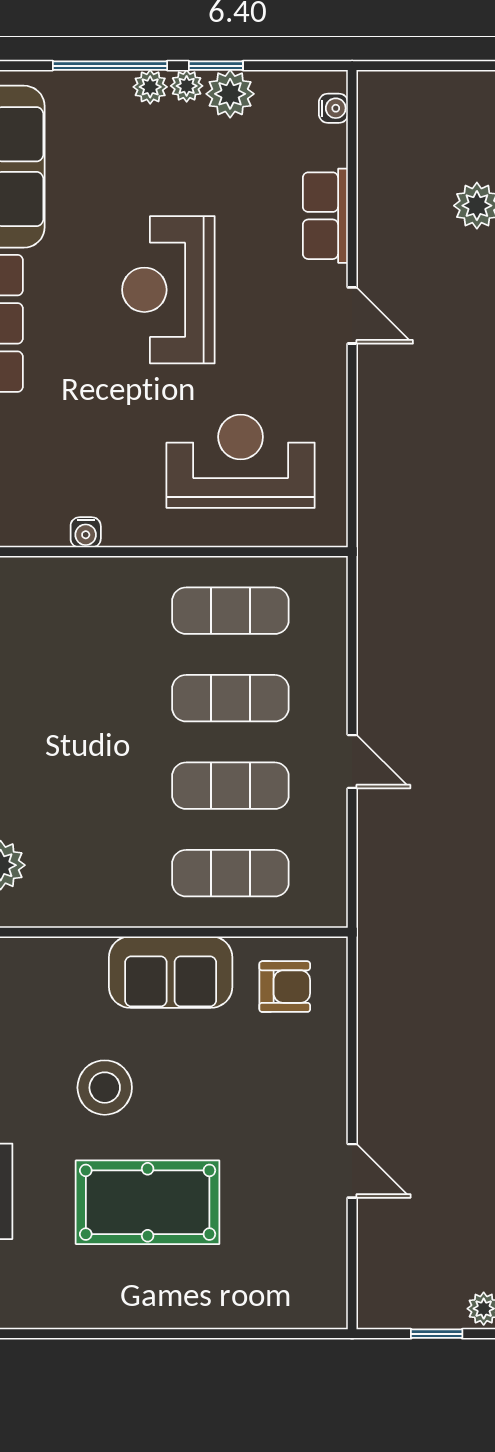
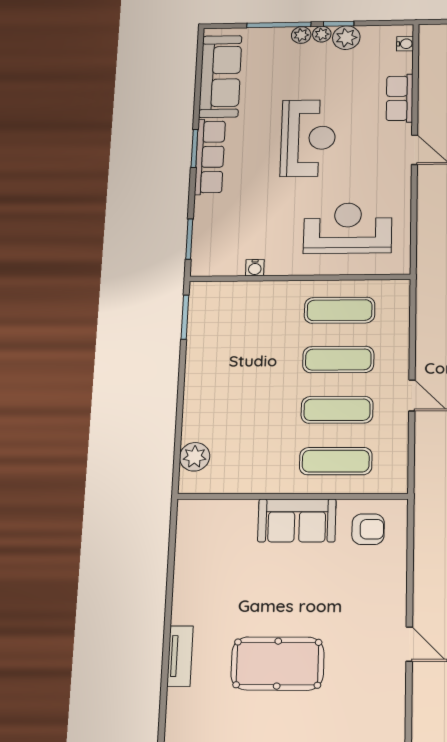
reception desk: (168, 290) -> (308, 138), turned 180
stool: (105, 1088) -> (253, 591), removed

